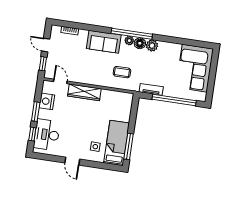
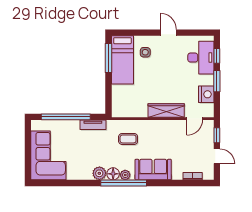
door: (60, 81) -> (195, 119), hinge flipped

